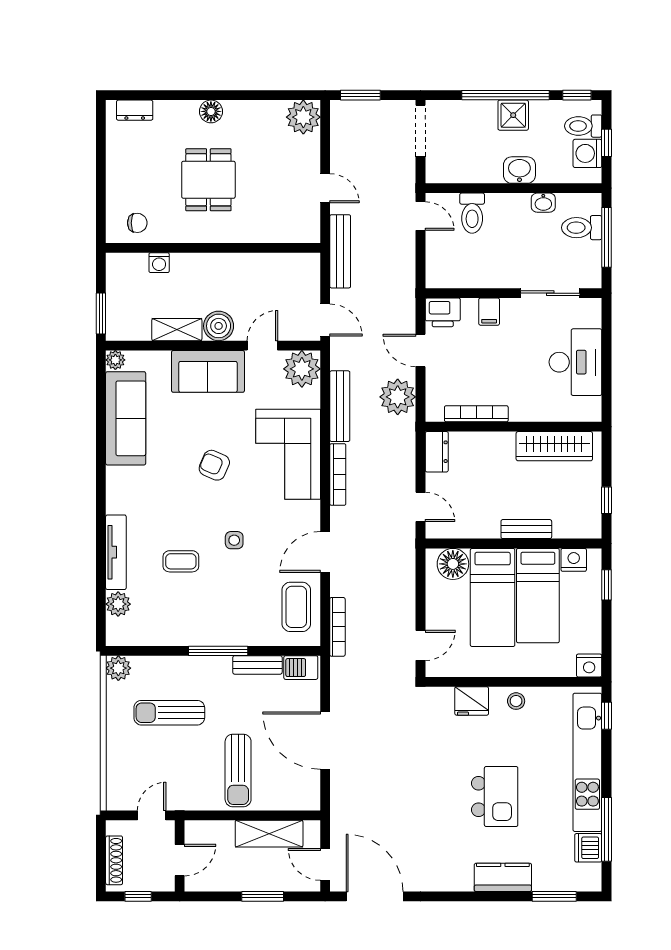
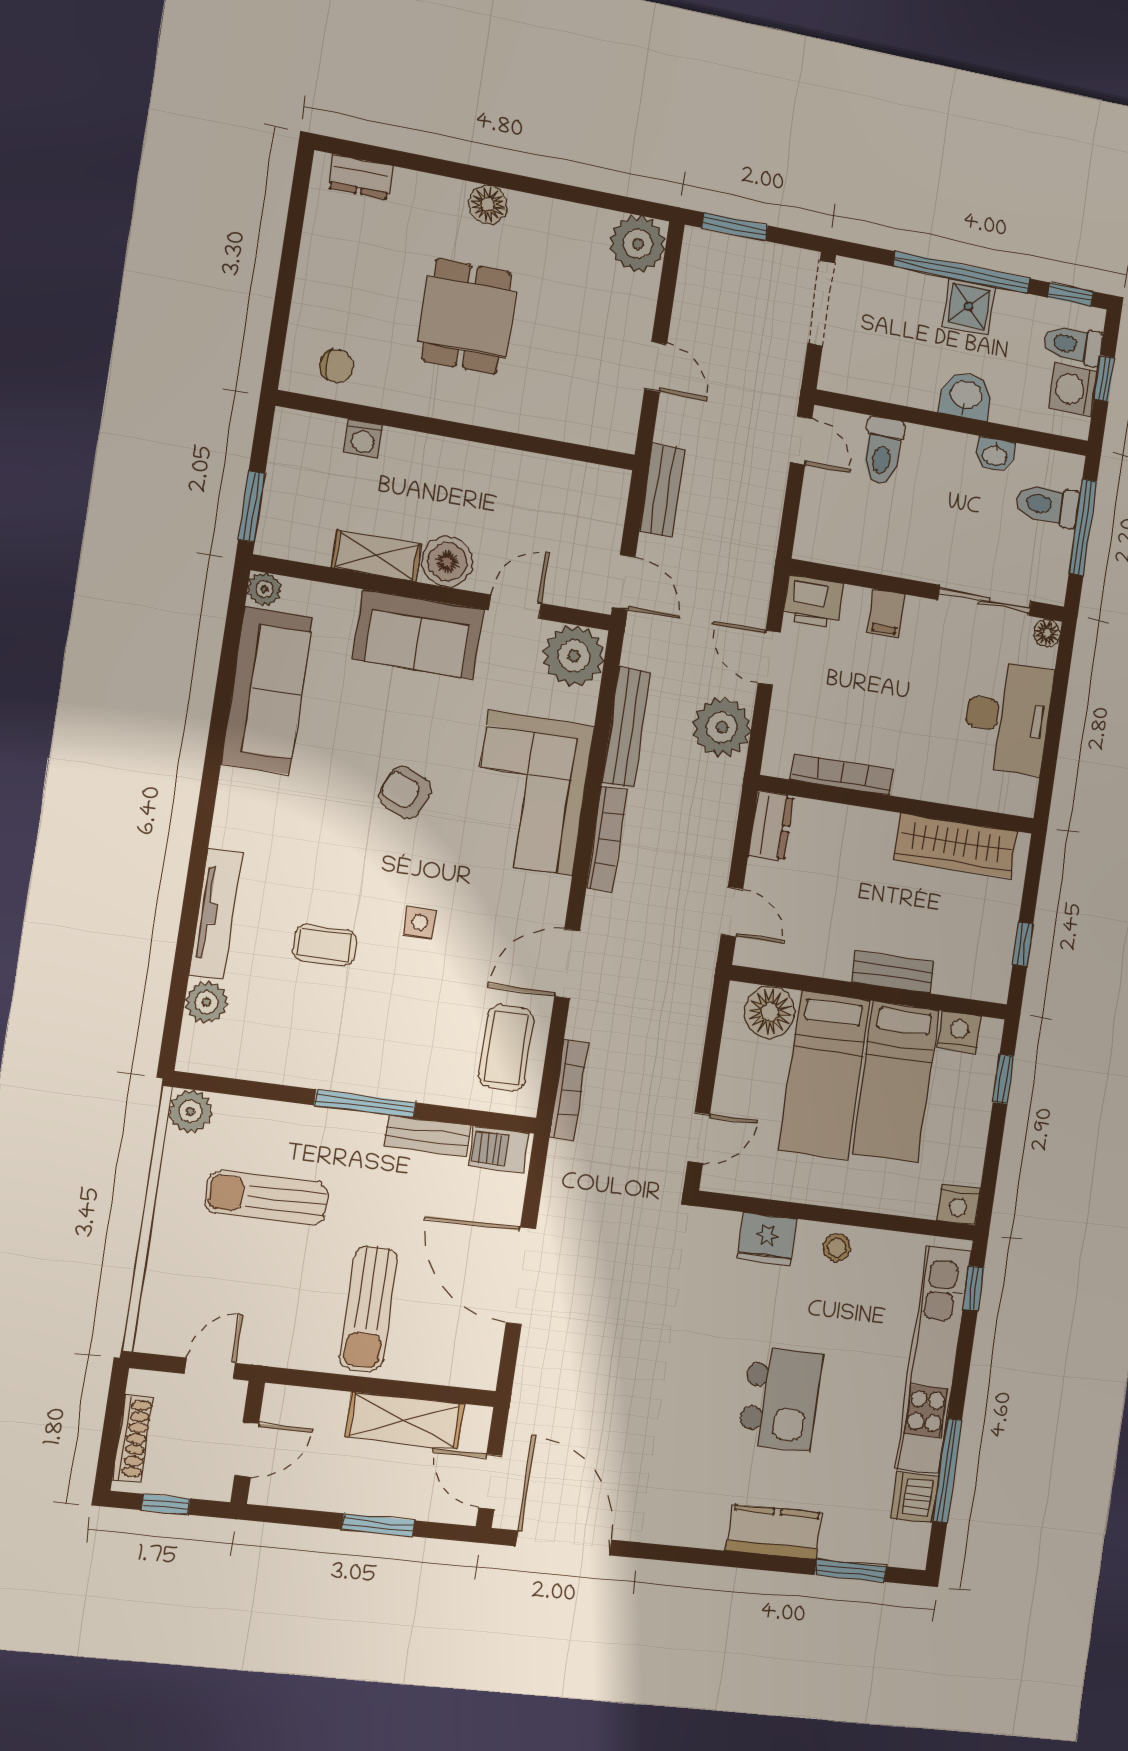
bench: (340, 251) -> (662, 490), width x0.73
floor lamp: (593, 306) -> (1047, 633), added

